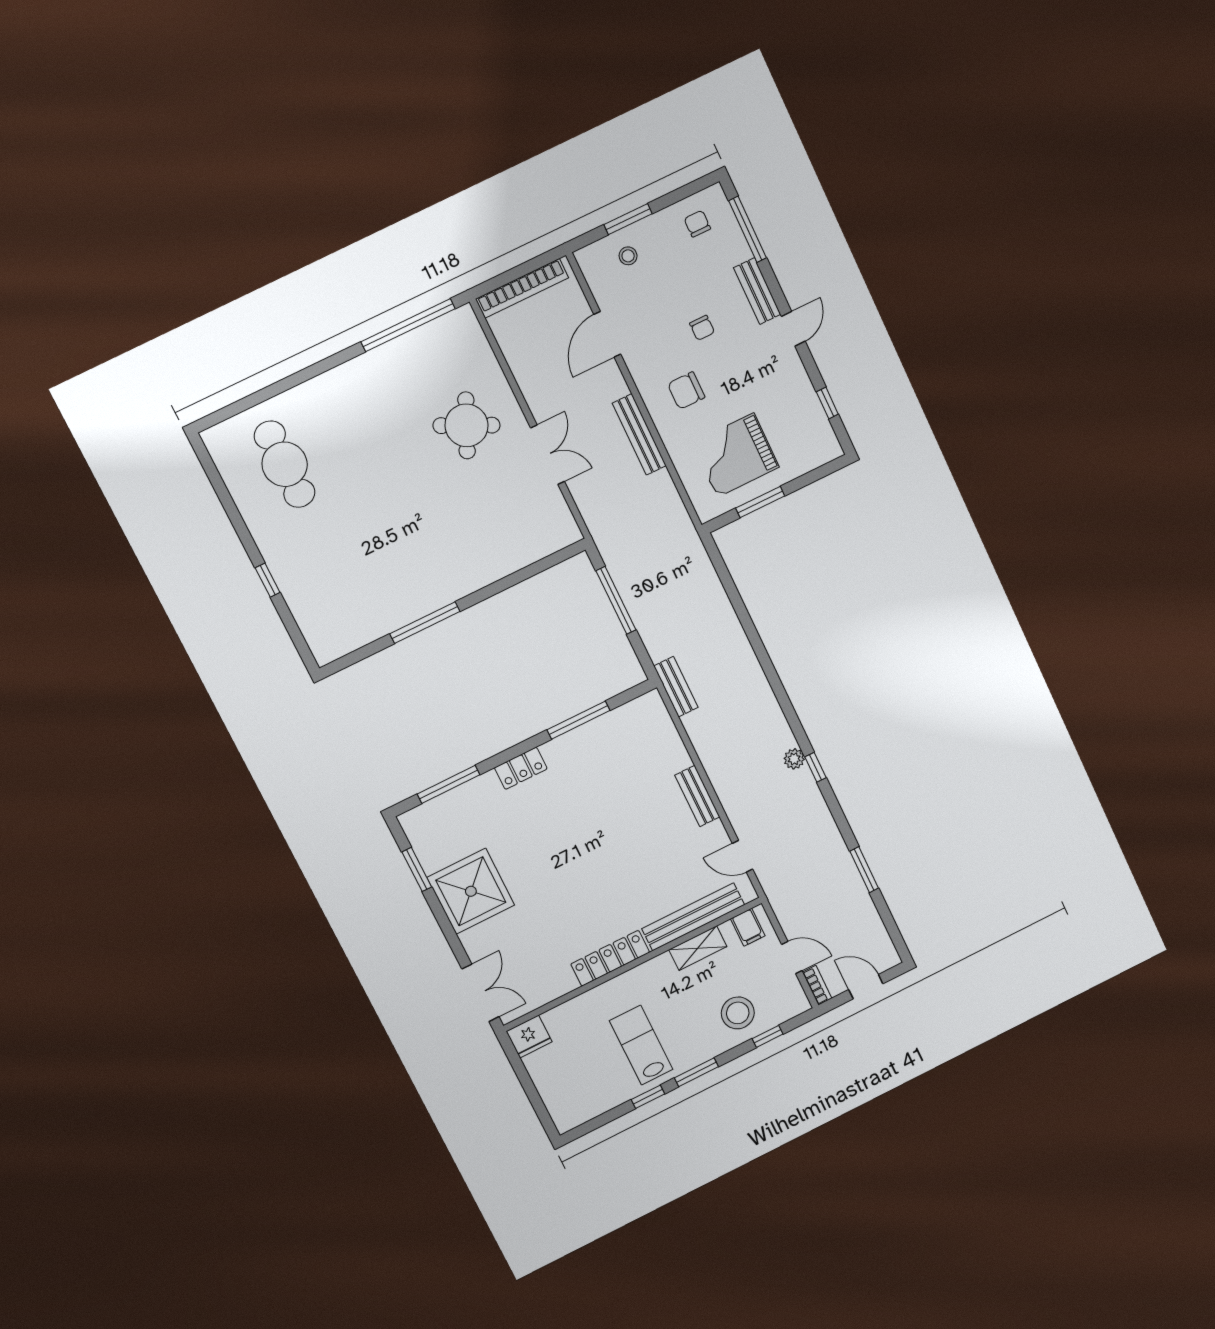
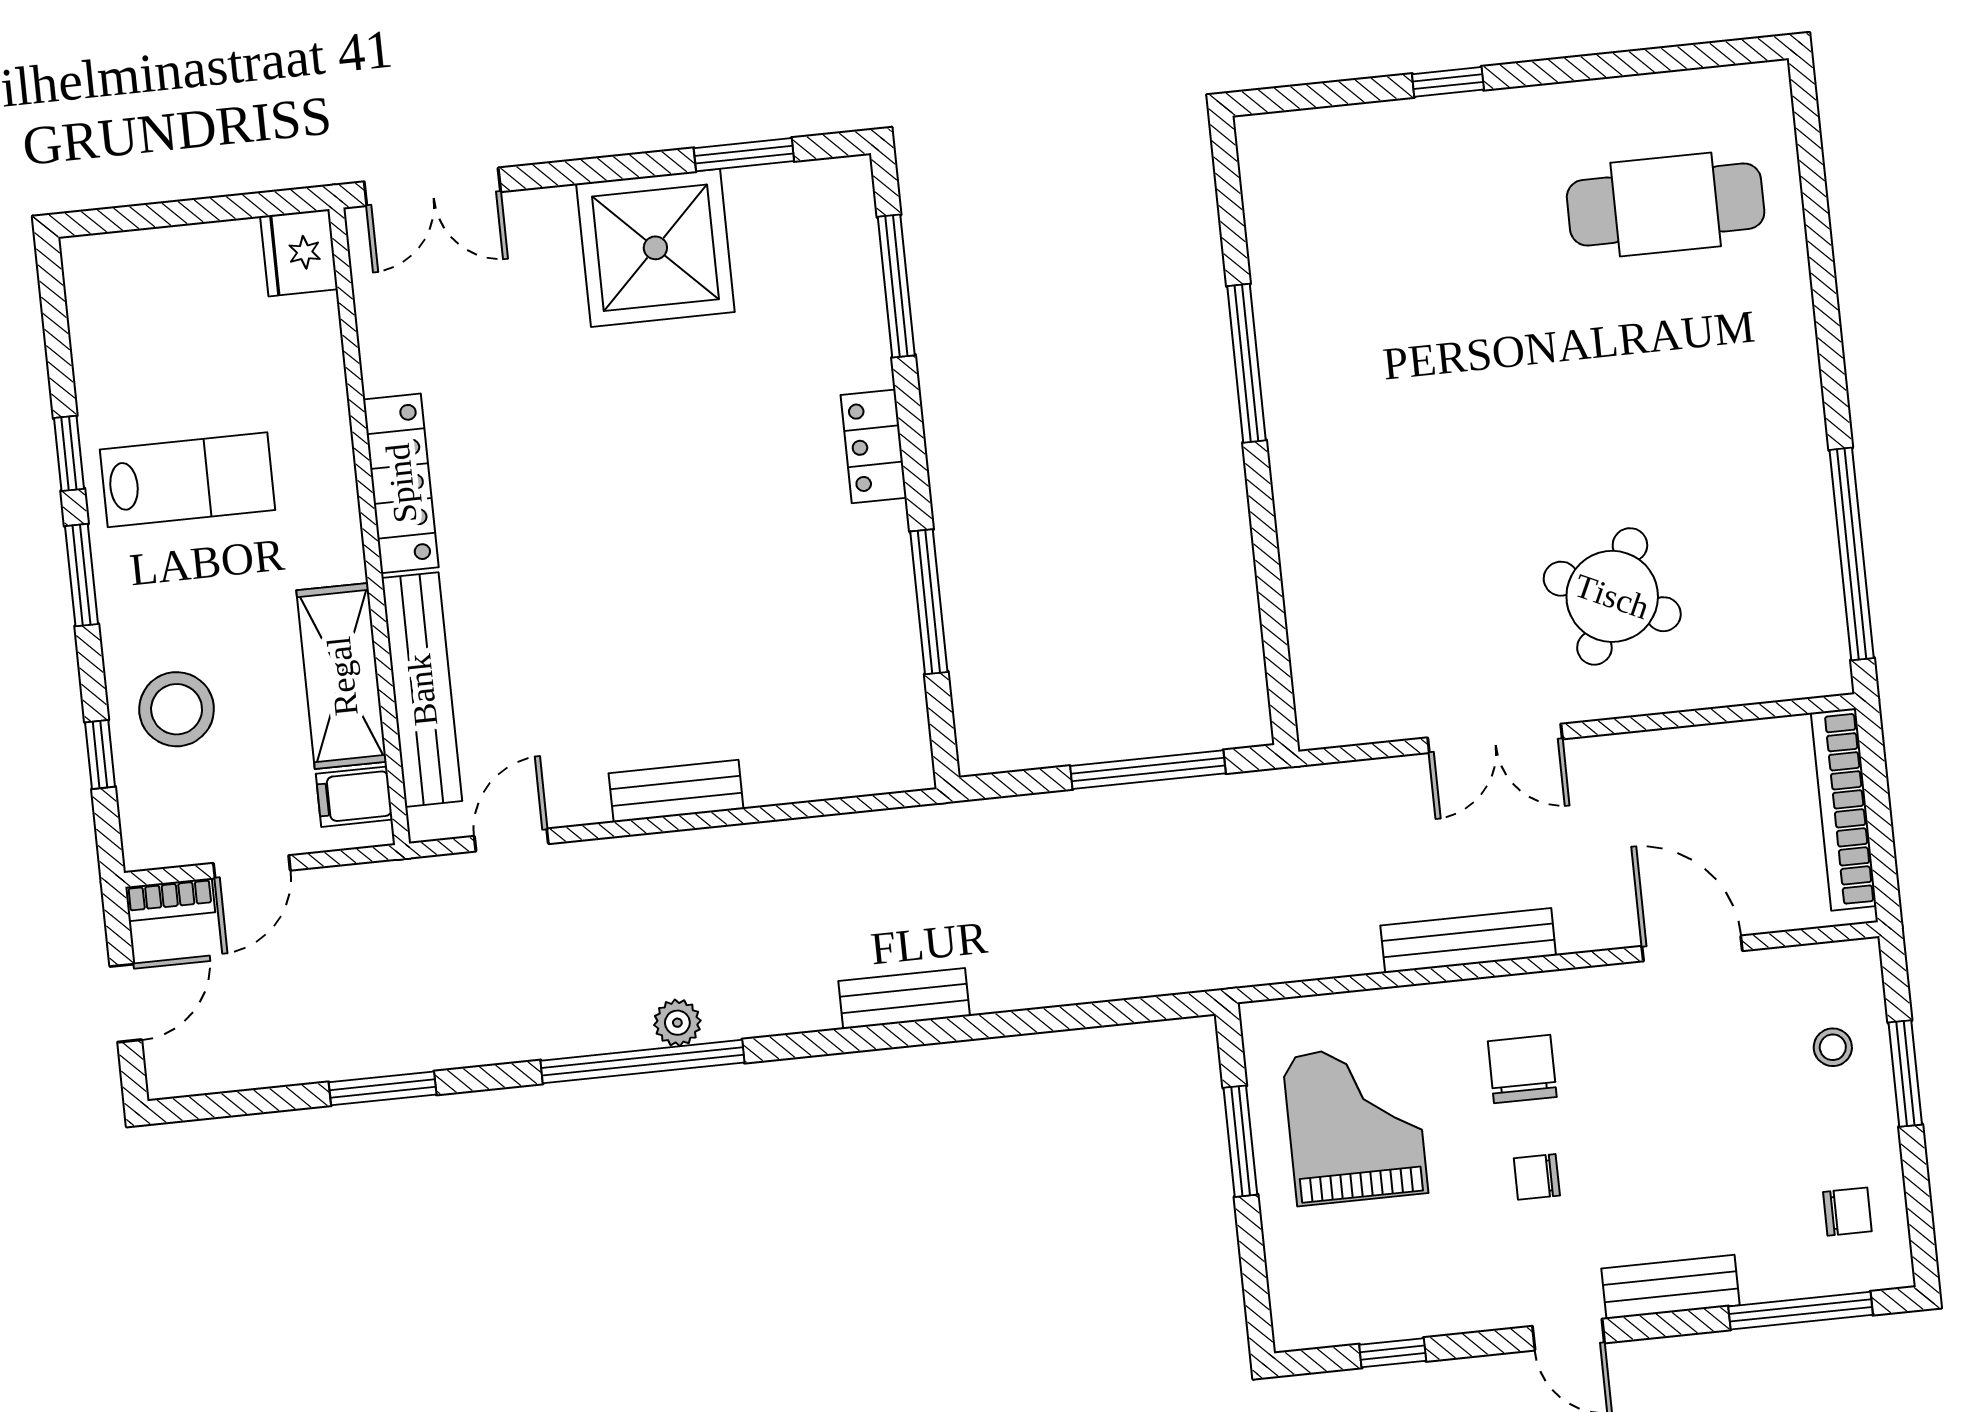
chair: (702, 328) -> (1537, 1177), moved
bench: (676, 687) -> (904, 999), moved
window: (815, 767) -> (642, 1062), width x3.17
shelving: (698, 948) -> (342, 676), width x1.50, depth x1.33

